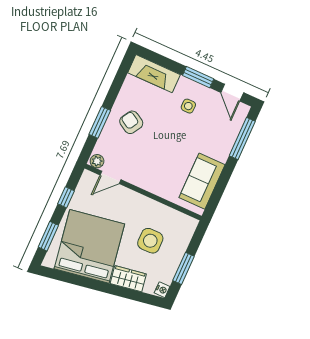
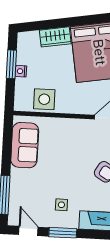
side table: (150, 241) -> (44, 99), moved
nightstand: (162, 290) -> (21, 71), moved

